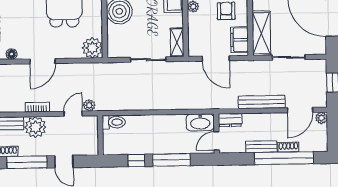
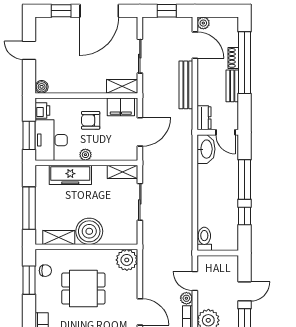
shelving: (261, 33) -> (122, 86), width x0.67, depth x0.75
plant: (89, 105) -> (186, 298), moved

